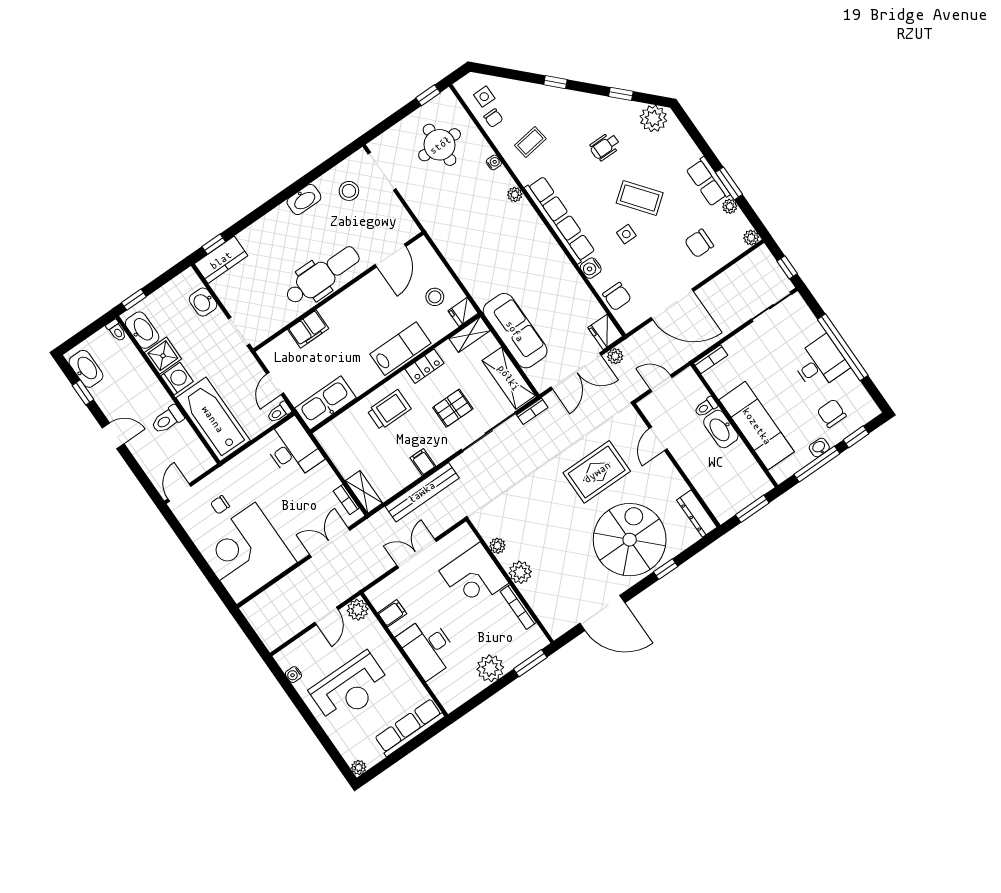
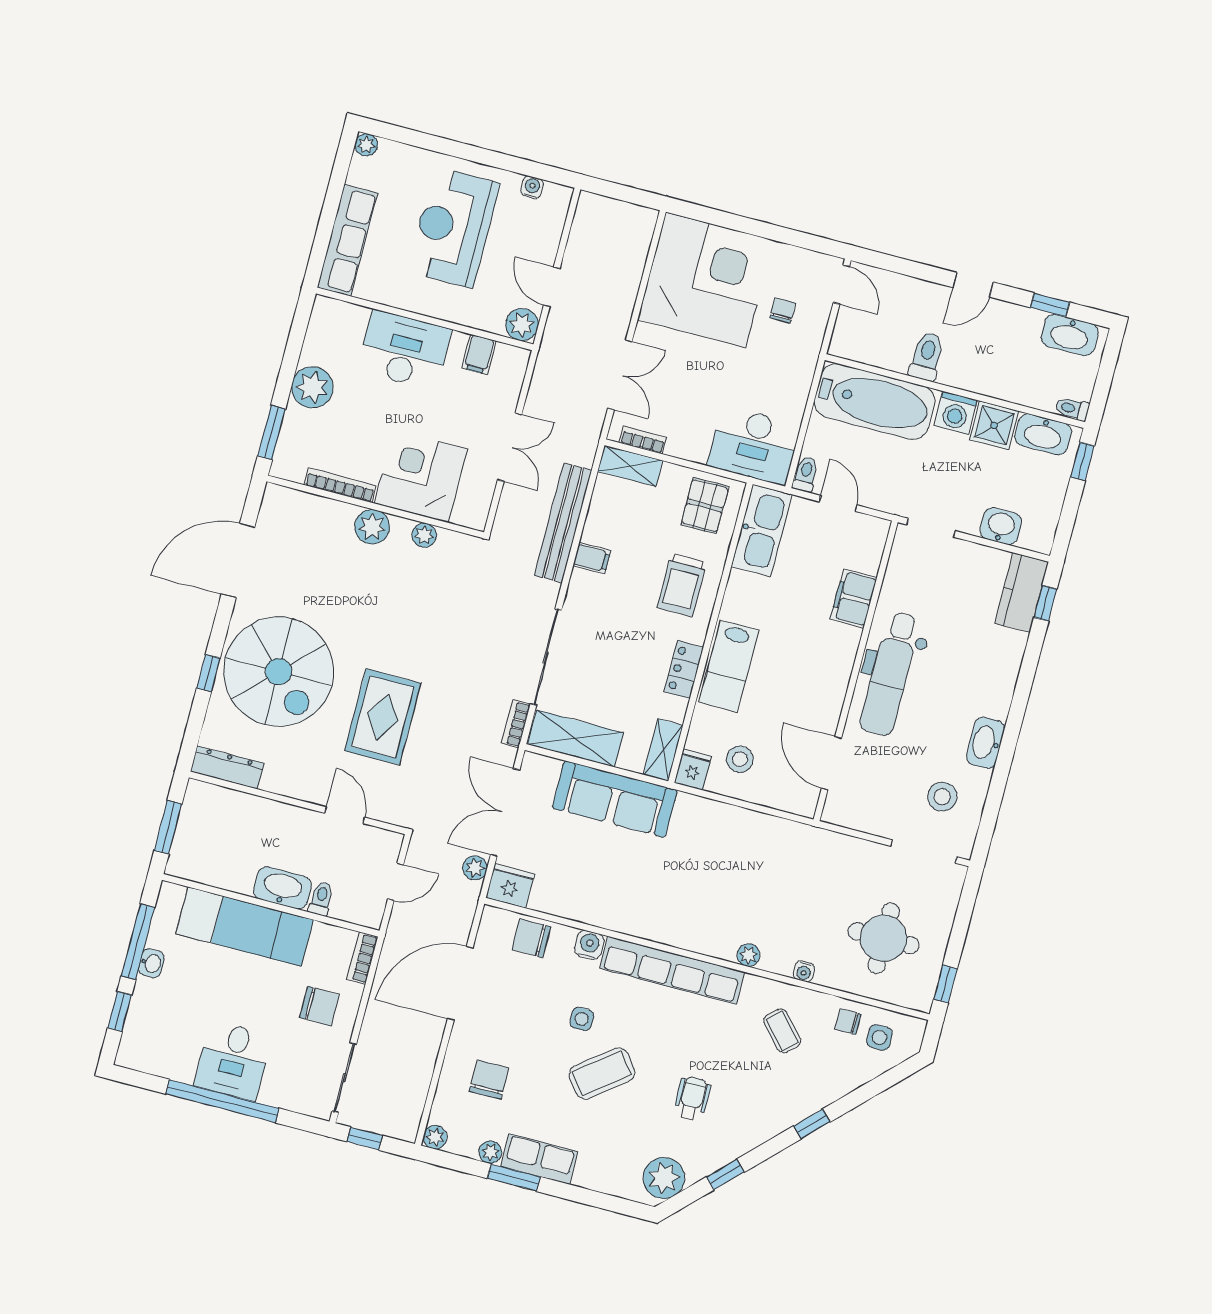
coffee table: (530, 142) -> (782, 1031), turned -34
pallet: (453, 408) -> (705, 506), moved
chair: (832, 413) -> (319, 1006), moved

